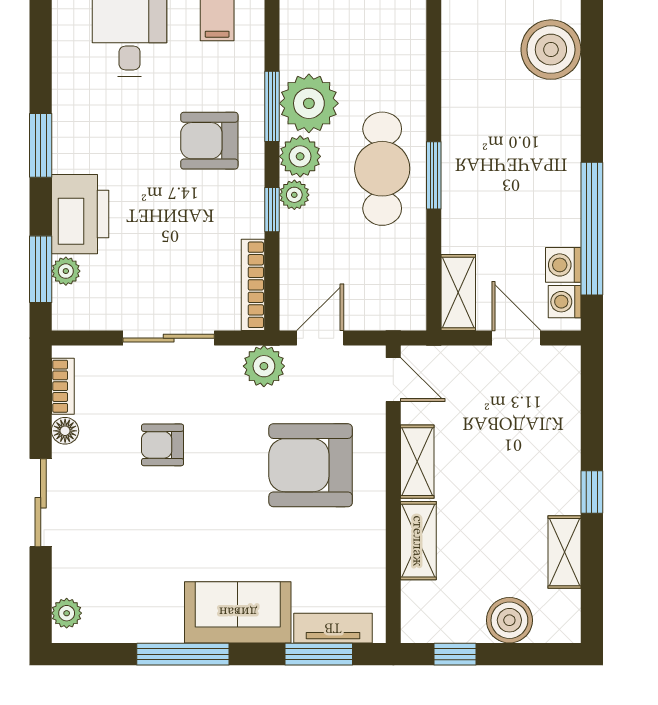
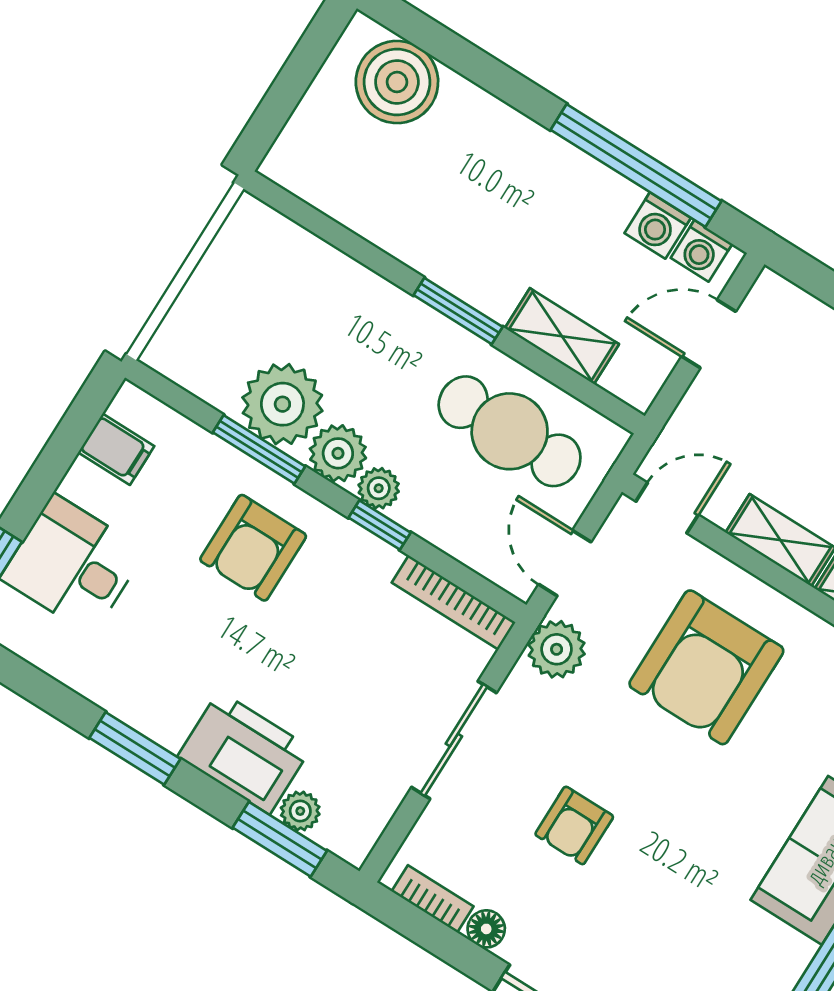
cafe table: (382, 169) -> (510, 431), moved
shelving: (458, 293) -> (562, 336), moved

